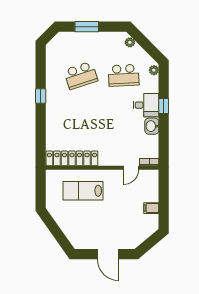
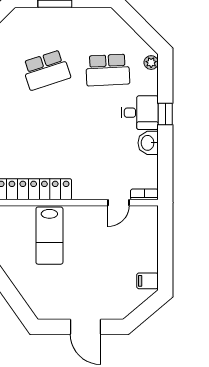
plant: (130, 42) -> (117, 23), removed
lab bench: (83, 191) -> (49, 236), turned -90
filing cabinet: (151, 208) -> (148, 281), moved

